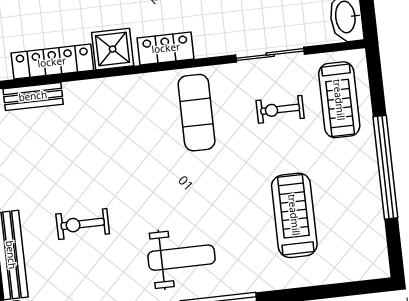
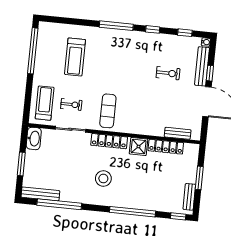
locker: (166, 48) -> (109, 141), width x1.53
window: (385, 167) -> (33, 51), moved
weight bench: (182, 258) -> (128, 49), removed

